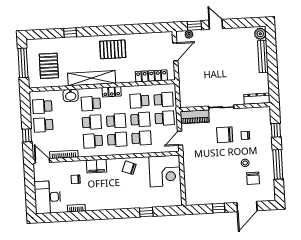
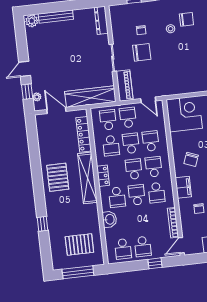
shelving: (92, 78) -> (88, 178), moved
wardrobe: (186, 84) -> (90, 97), added
chair: (225, 135) -> (142, 52), turned -90
chair: (129, 168) -> (191, 159), moved

